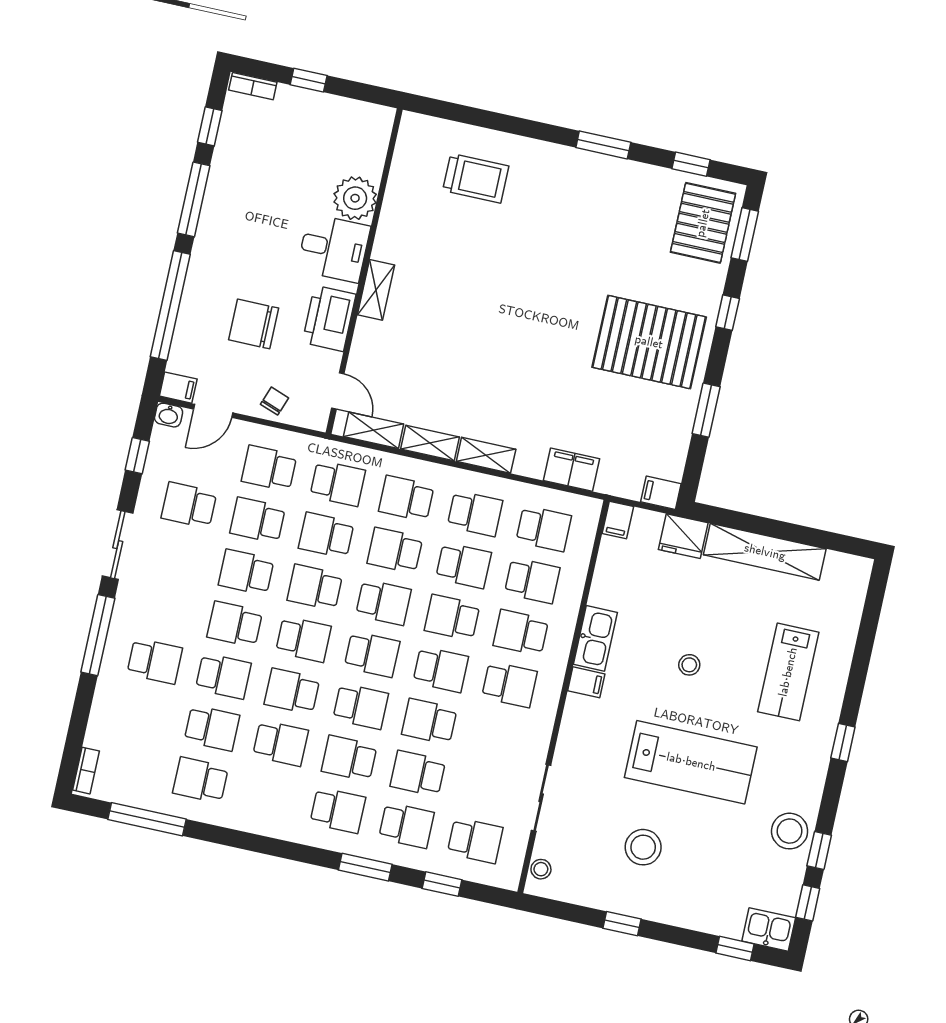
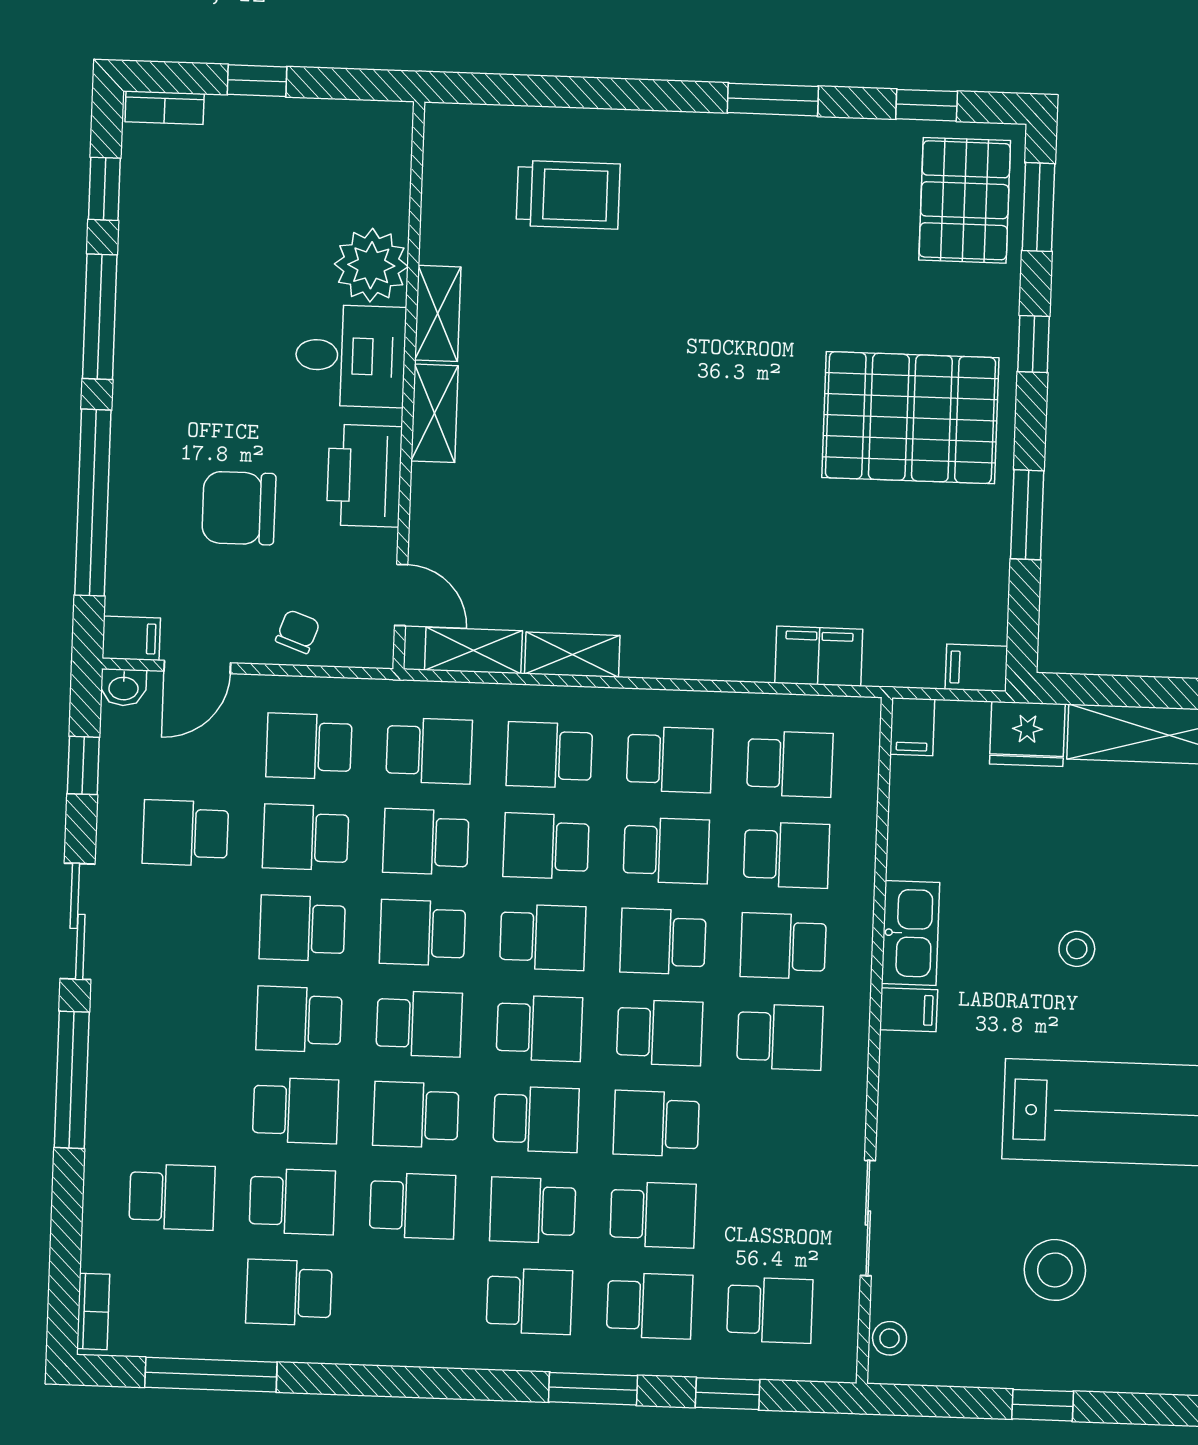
shelving: (486, 455) -> (438, 313), moved, turned 90
school desk: (155, 661) -> (172, 1197), moved
school desk: (418, 773) -> (653, 1215), turned 180

